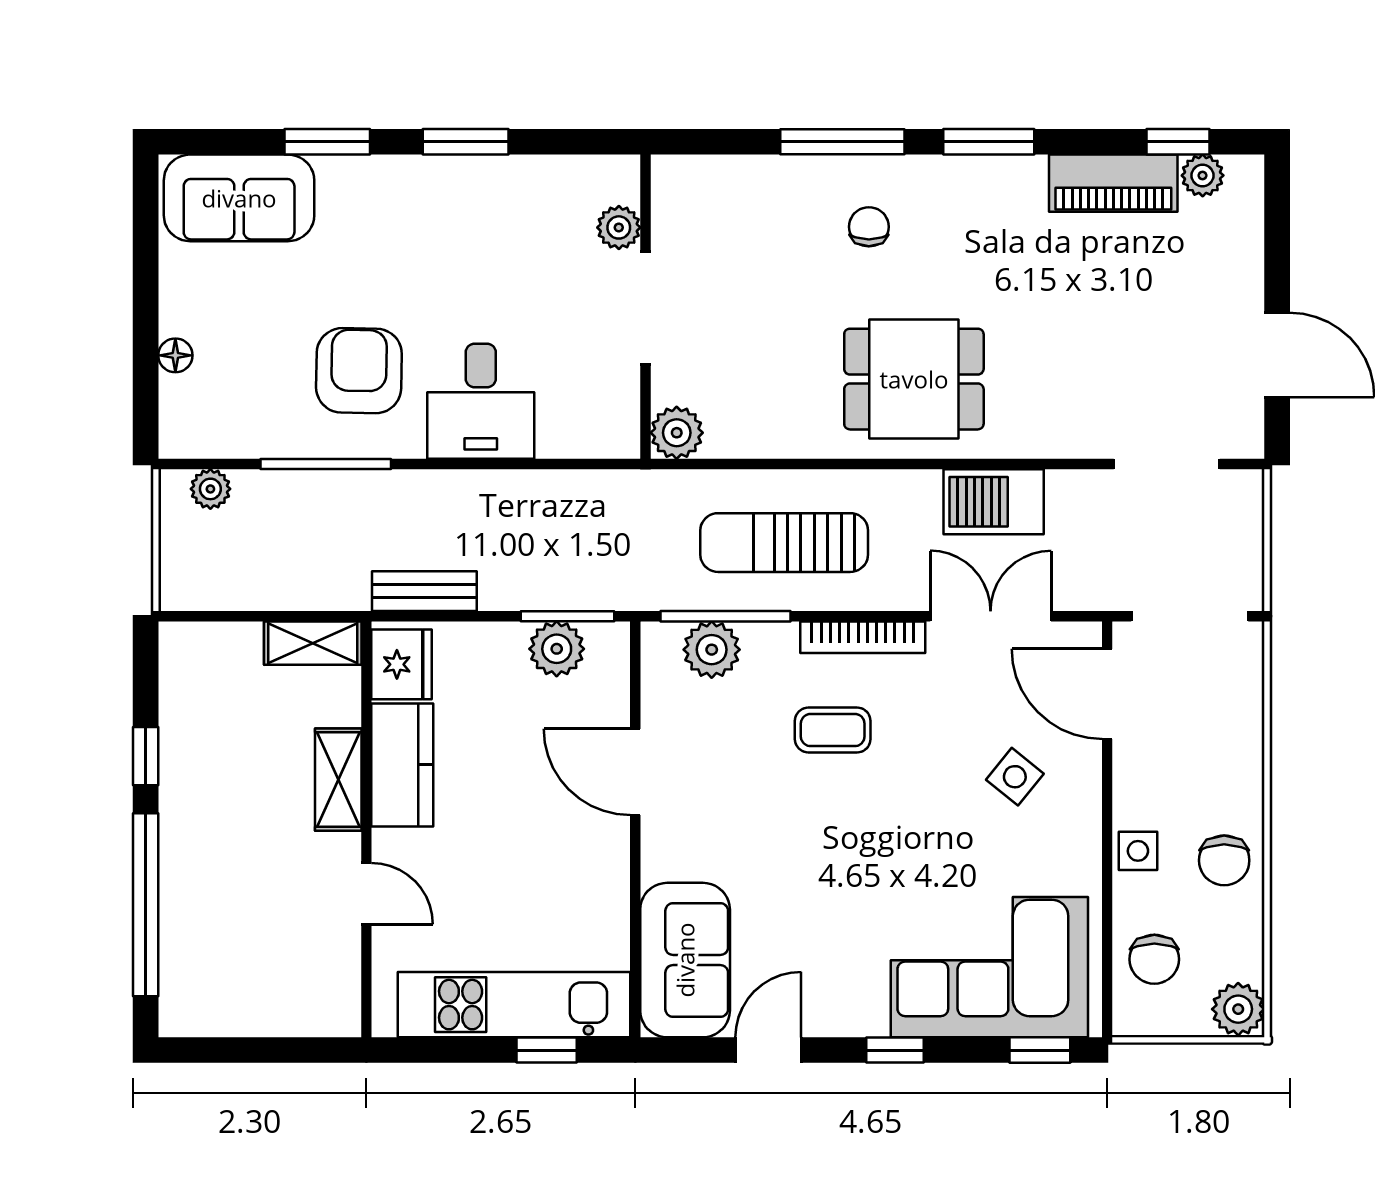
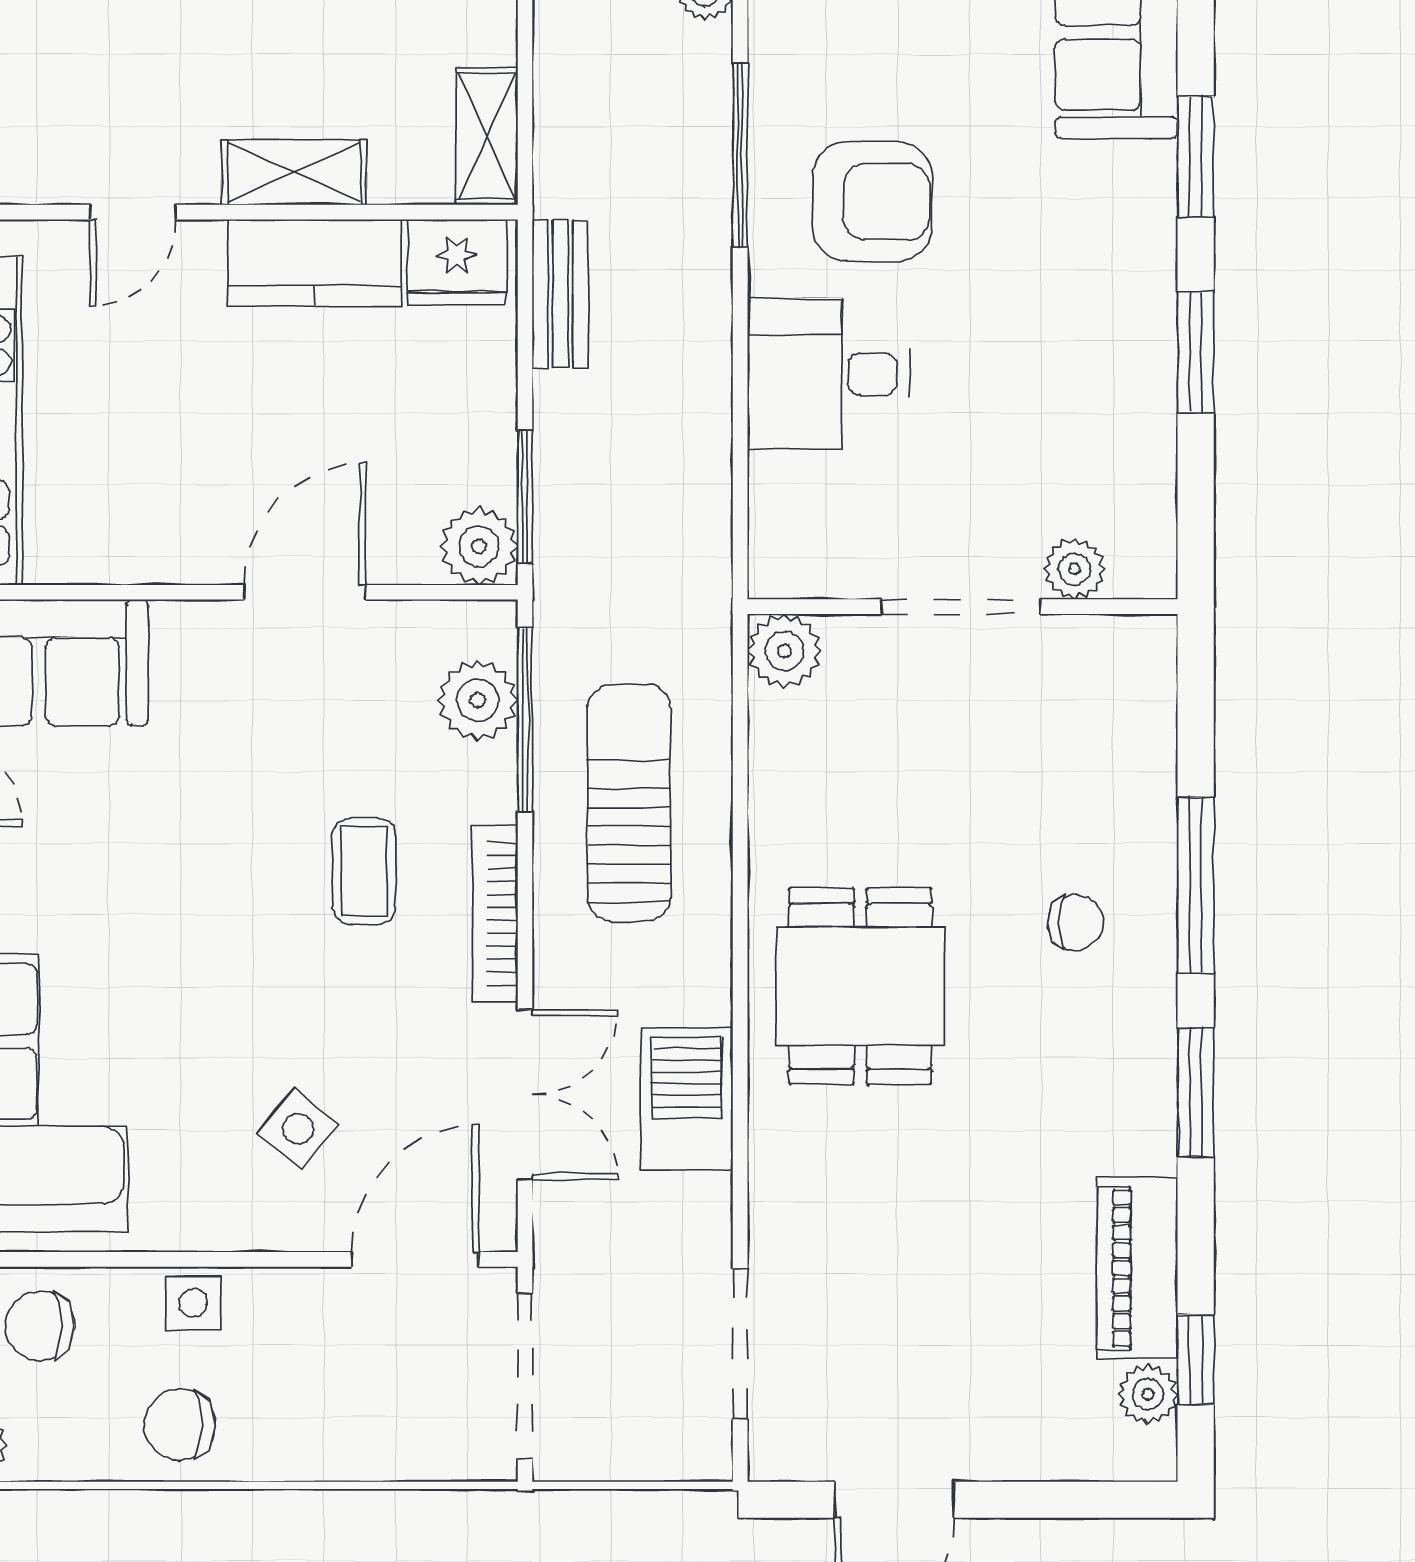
plant: (557, 649) -> (479, 546), moved

